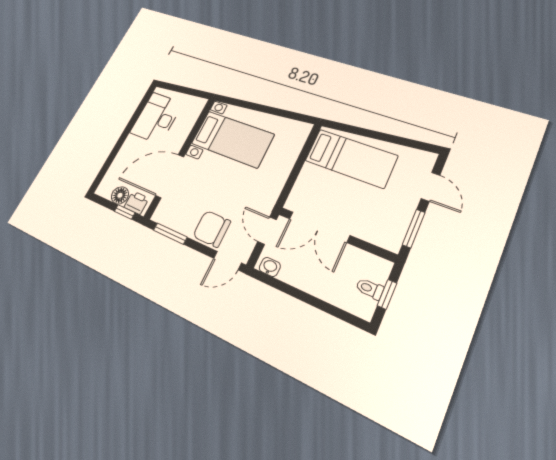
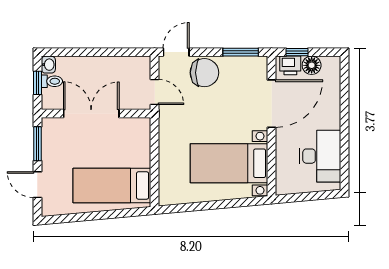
double door: (319, 227) -> (91, 114), moved
washbasin: (270, 267) -> (48, 65), moved, turned -90

